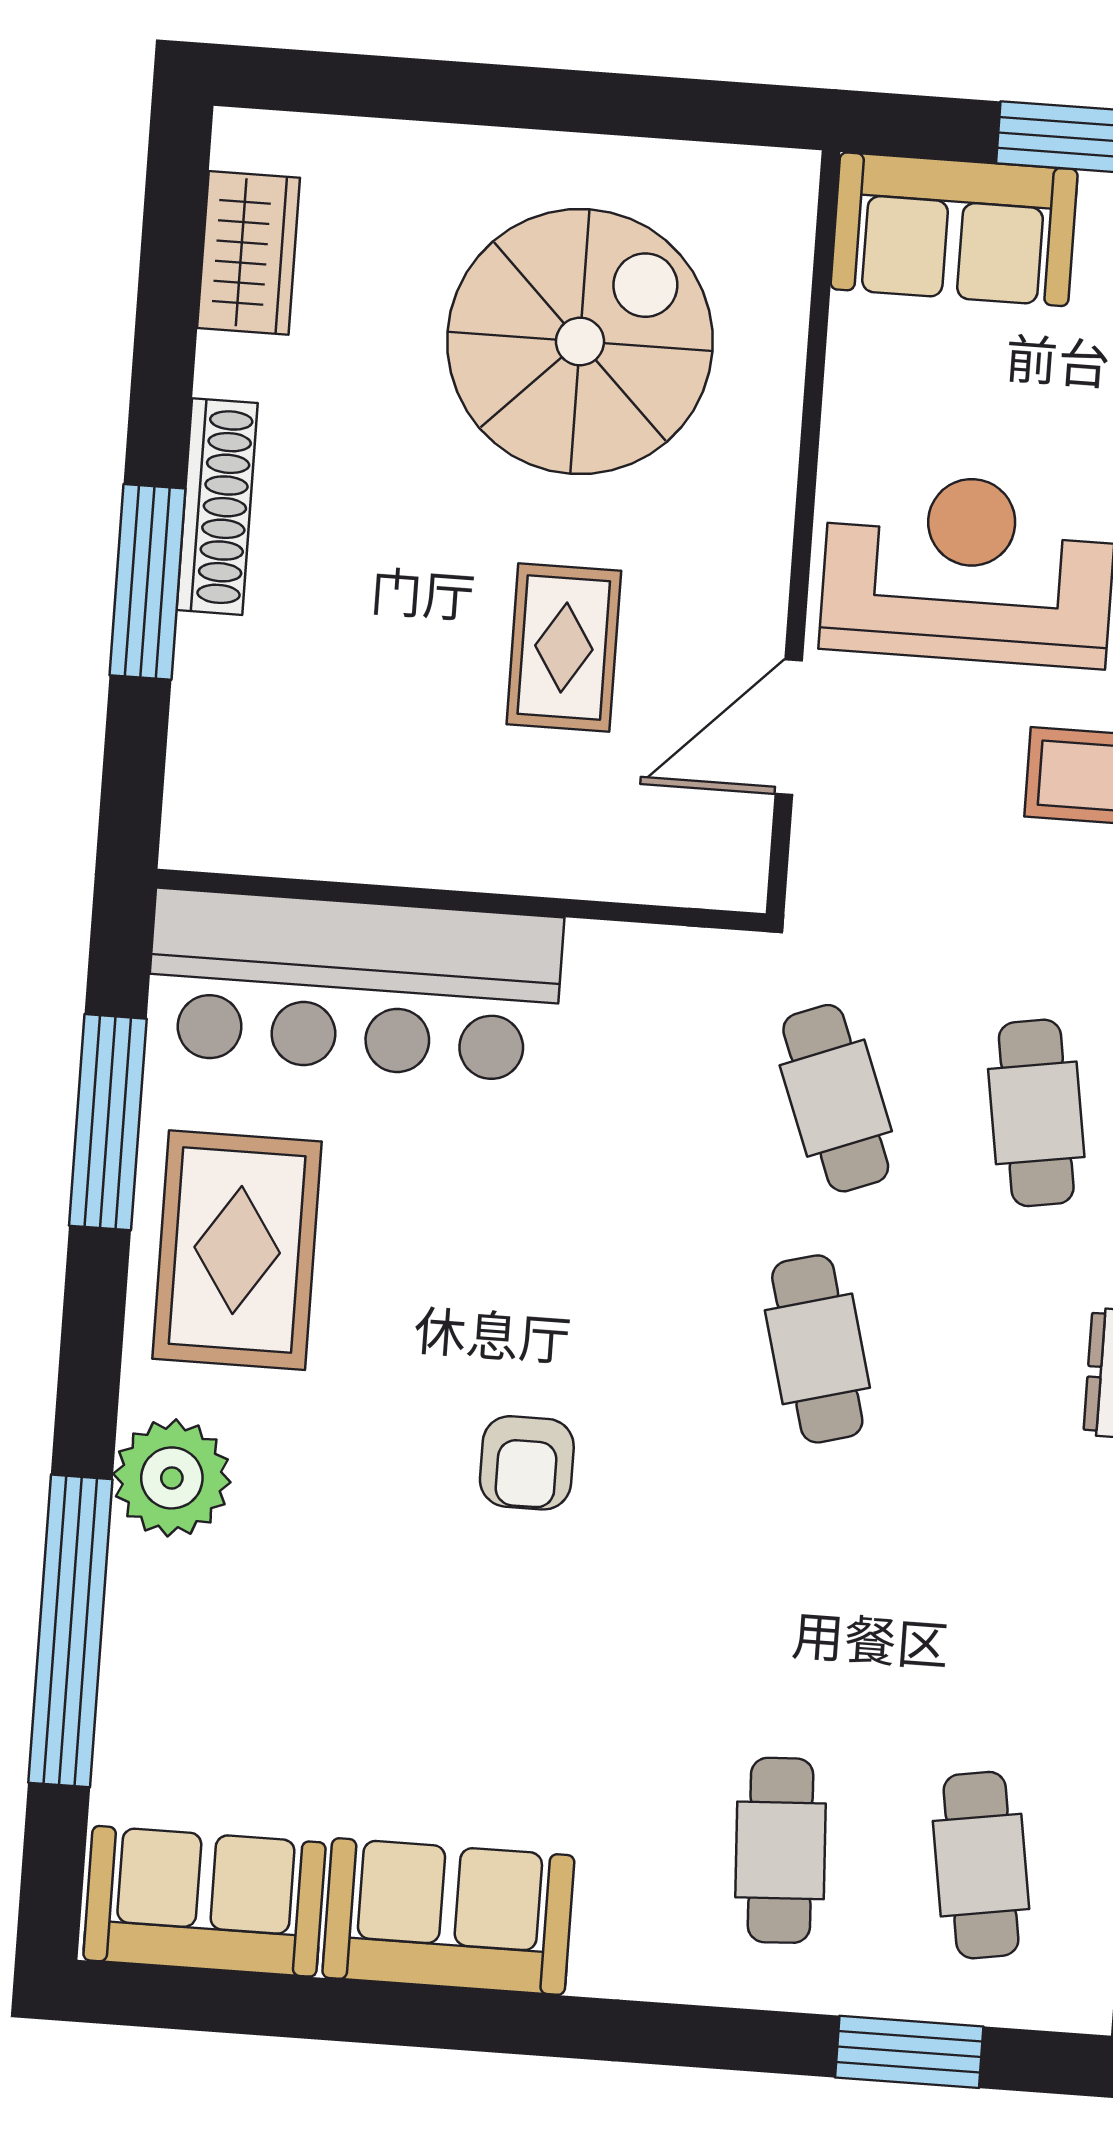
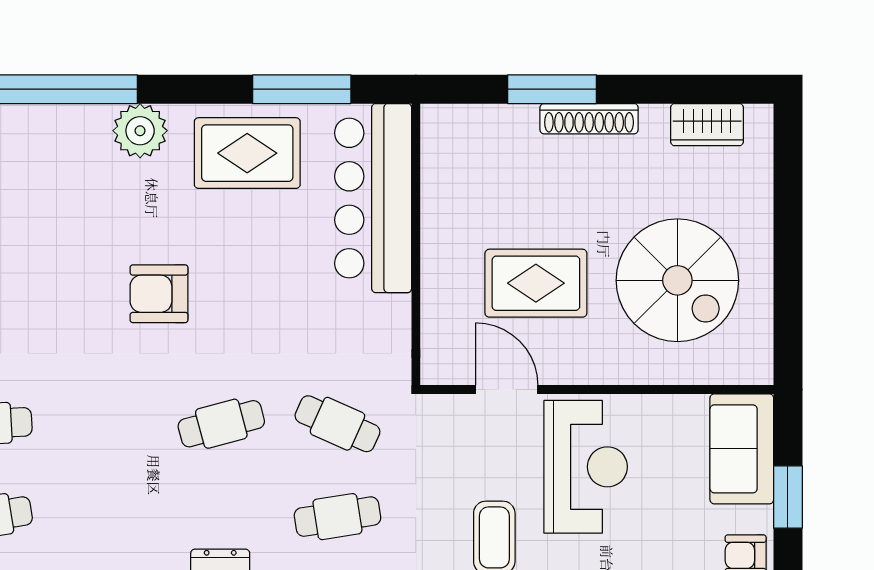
rug: (564, 647) -> (536, 283), width x1.36, depth x1.43
cafe table: (836, 1098) -> (337, 424), turned 45
armchair: (527, 1463) -> (159, 294), width x1.38, depth x1.38

